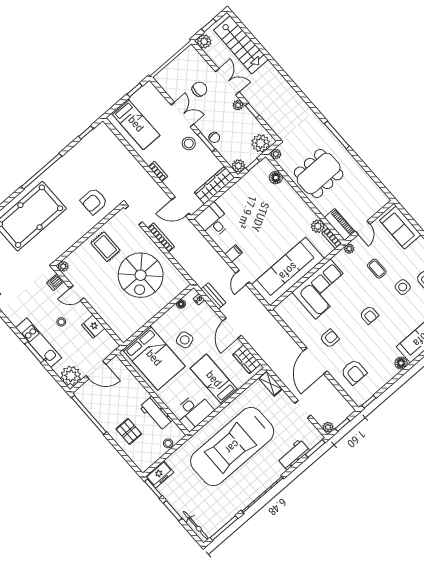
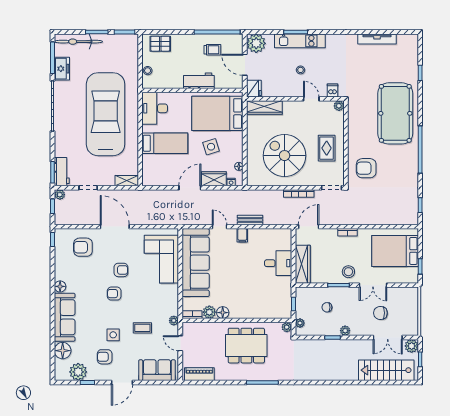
double door: (227, 82) -> (388, 337), moved
chair: (199, 89) -> (380, 313), turned 90
bed: (136, 124) -> (395, 251), width x1.50
chair: (214, 137) -> (327, 307), moved
plant: (261, 143) -> (300, 323), width x0.53, depth x0.53
plant: (238, 166) -> (302, 293), removed
dining table: (319, 173) -> (246, 346), turned 90
floor lamp: (276, 178) -> (223, 313), moved
armchair: (94, 201) -> (366, 168), turned -90
desk: (213, 221) -> (278, 263), moved
piano: (340, 225) -> (199, 374), moved, turned 180
rug: (105, 247) -> (327, 148), turned 90
corner sofa: (323, 289) -> (161, 259), moved
door: (77, 293) -> (311, 99), hinge flipped
bench: (213, 296) -> (250, 220), moved
wardrobe: (116, 325) -> (264, 108), added
fridge: (93, 327) -> (254, 89), moved, turned 90
door: (232, 328) -> (190, 188), hinge flipped
armchair: (330, 338) -> (121, 270), moved, turned -90
wardrobe: (247, 359) -> (214, 179), moved
door: (96, 370) -> (245, 65), hinge flipped
trolley: (106, 406) -> (212, 50), added
workbench: (156, 413) -> (199, 81), moved
pallet: (129, 431) -> (160, 44), moved
workbench: (294, 455) -> (62, 172), moved
freezer: (160, 474) -> (62, 69), moved, turned 180
bicycle: (196, 525) -> (78, 42), width x1.37, depth x1.40

